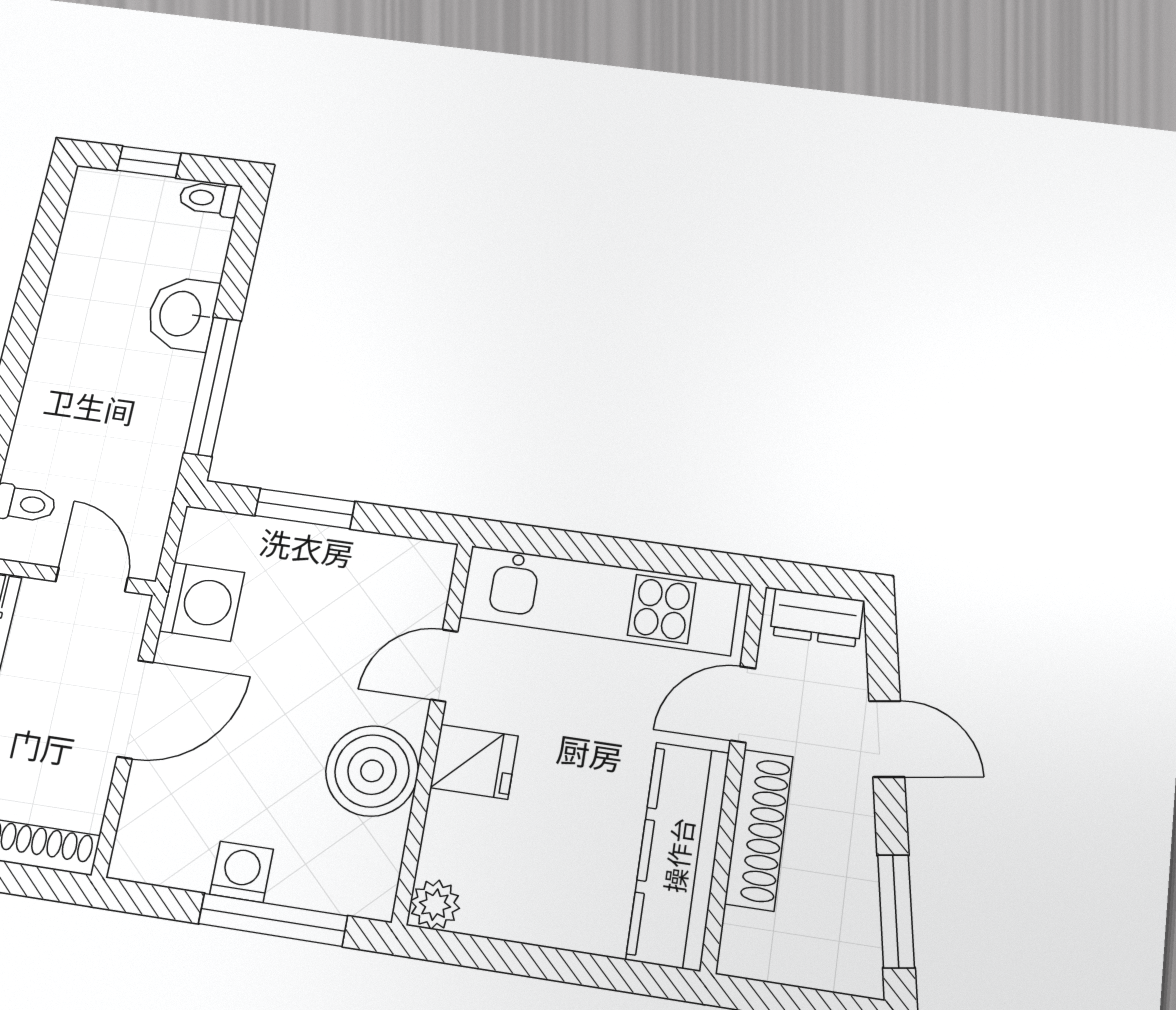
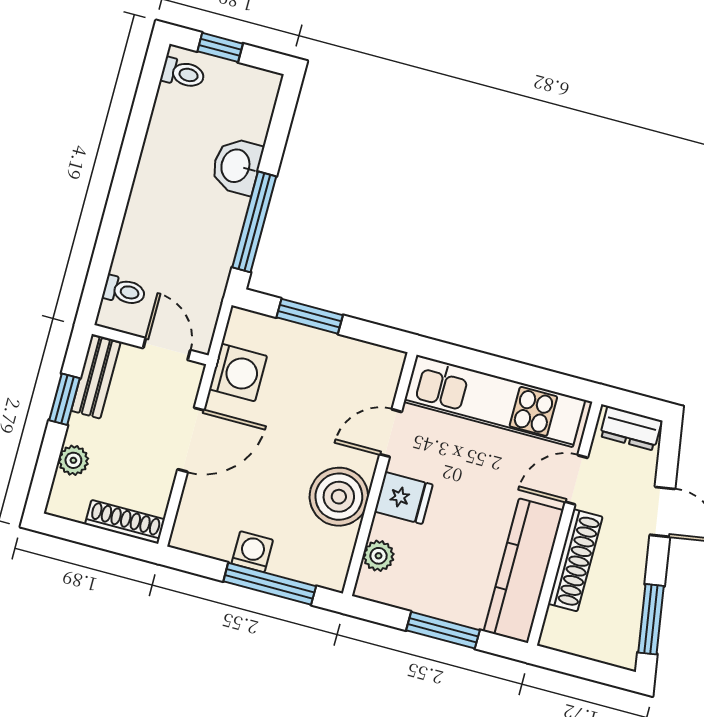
toilet: (210, 199) -> (183, 73), moved, turned 180
plant: (435, 905) -> (379, 556), moved
window: (559, 965) -> (443, 630), added

